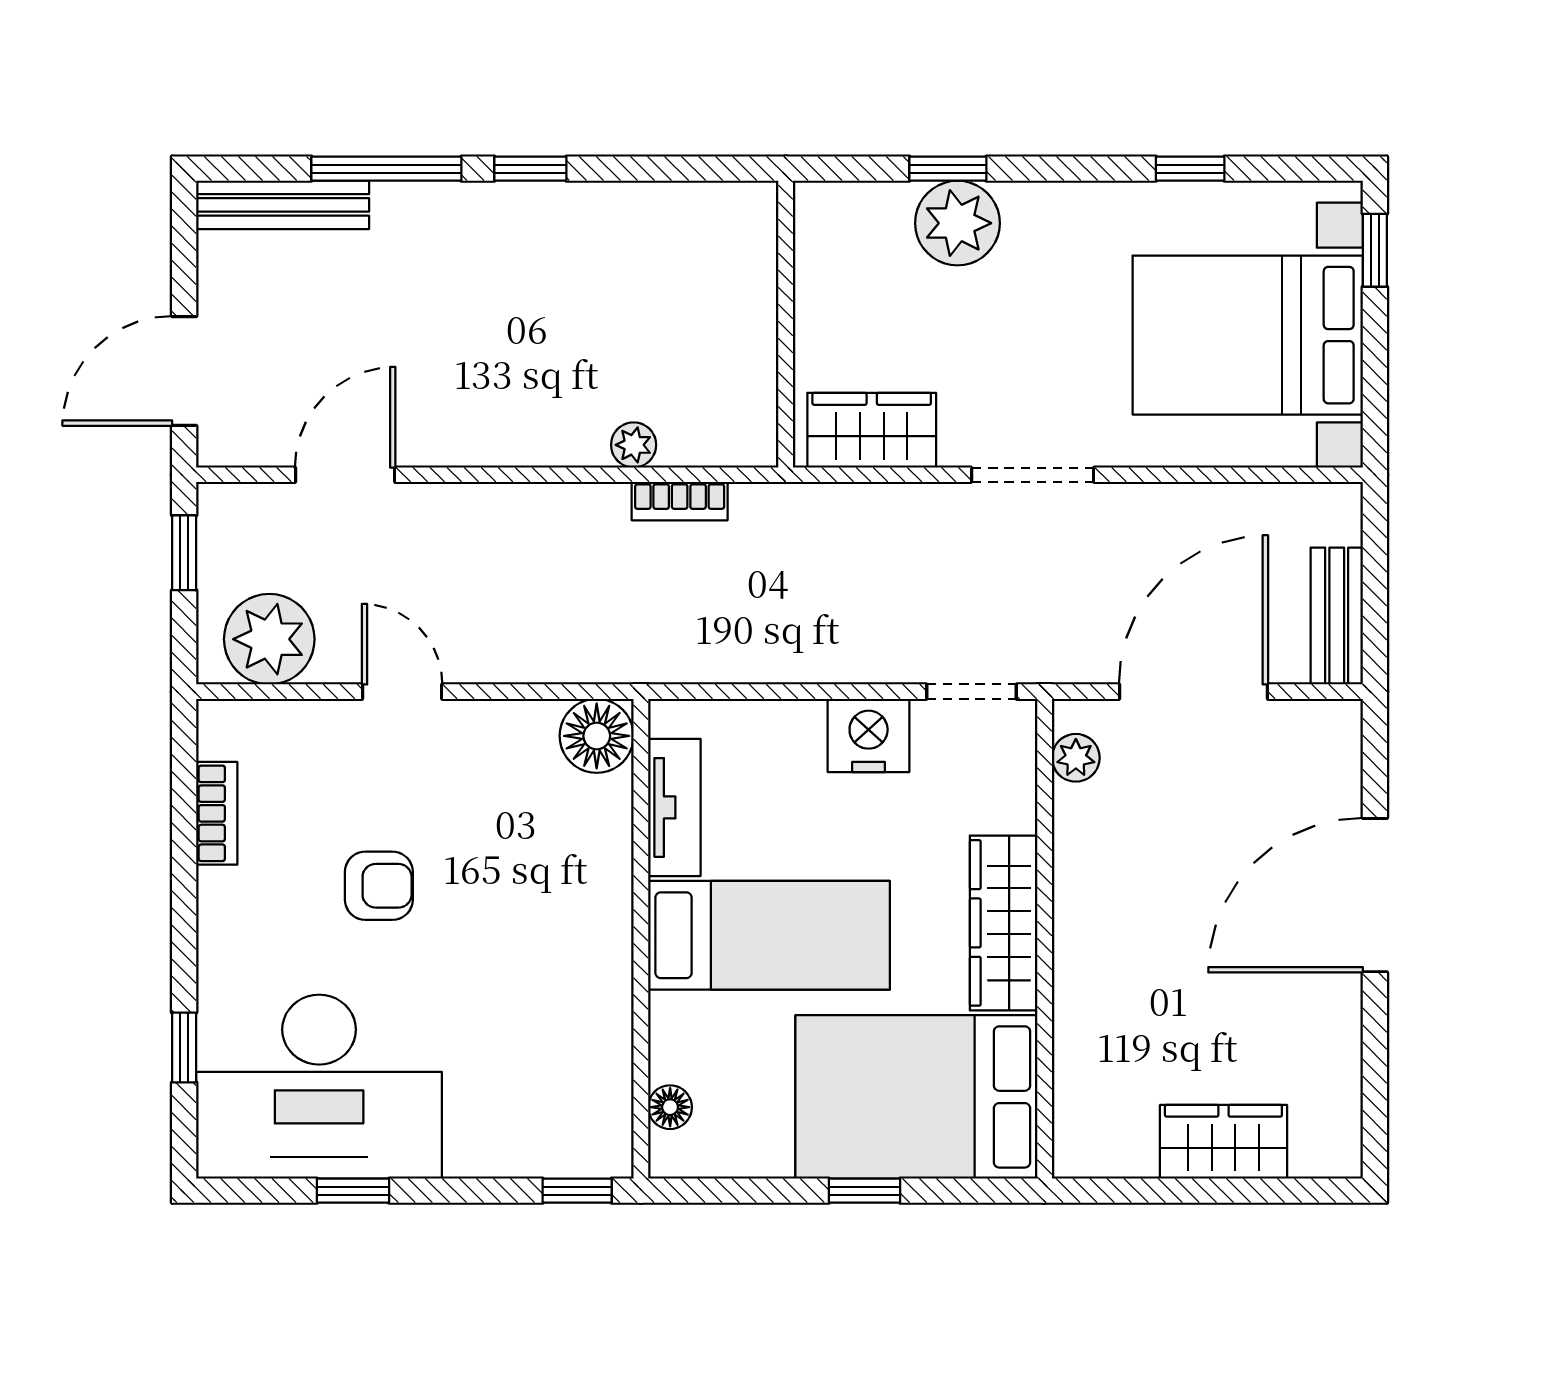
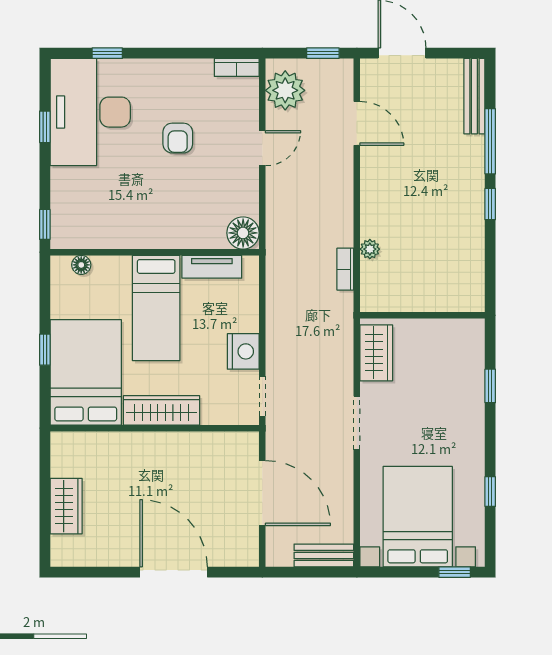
plant: (957, 223) -> (467, 390), removed
bench: (1337, 616) -> (324, 555), moved
plant: (1076, 758) -> (233, 442), removed
bookcase: (217, 813) -> (237, 67), moved

